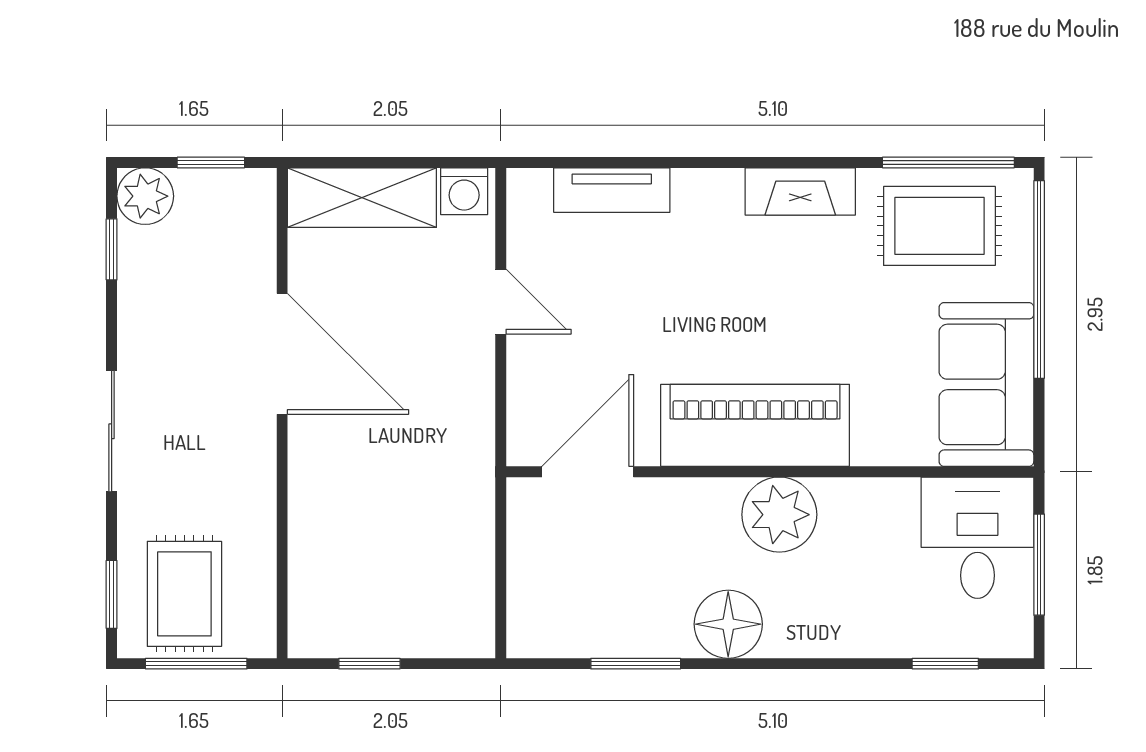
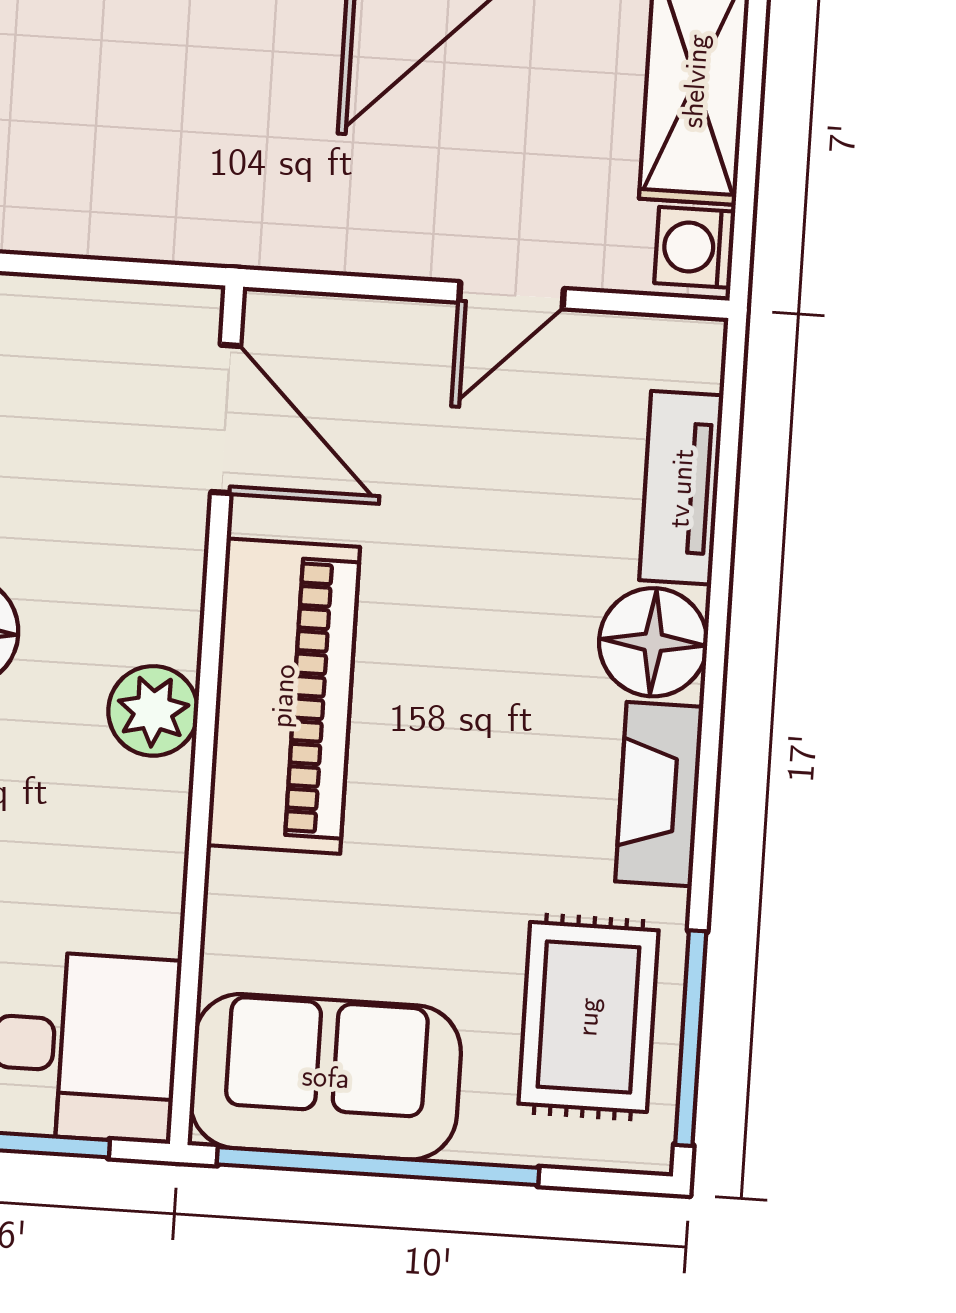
floor lamp: (707, 201) -> (653, 642), added
window: (1039, 279) -> (378, 1166), moved
plant: (779, 515) -> (153, 711), width x0.73, depth x0.73

